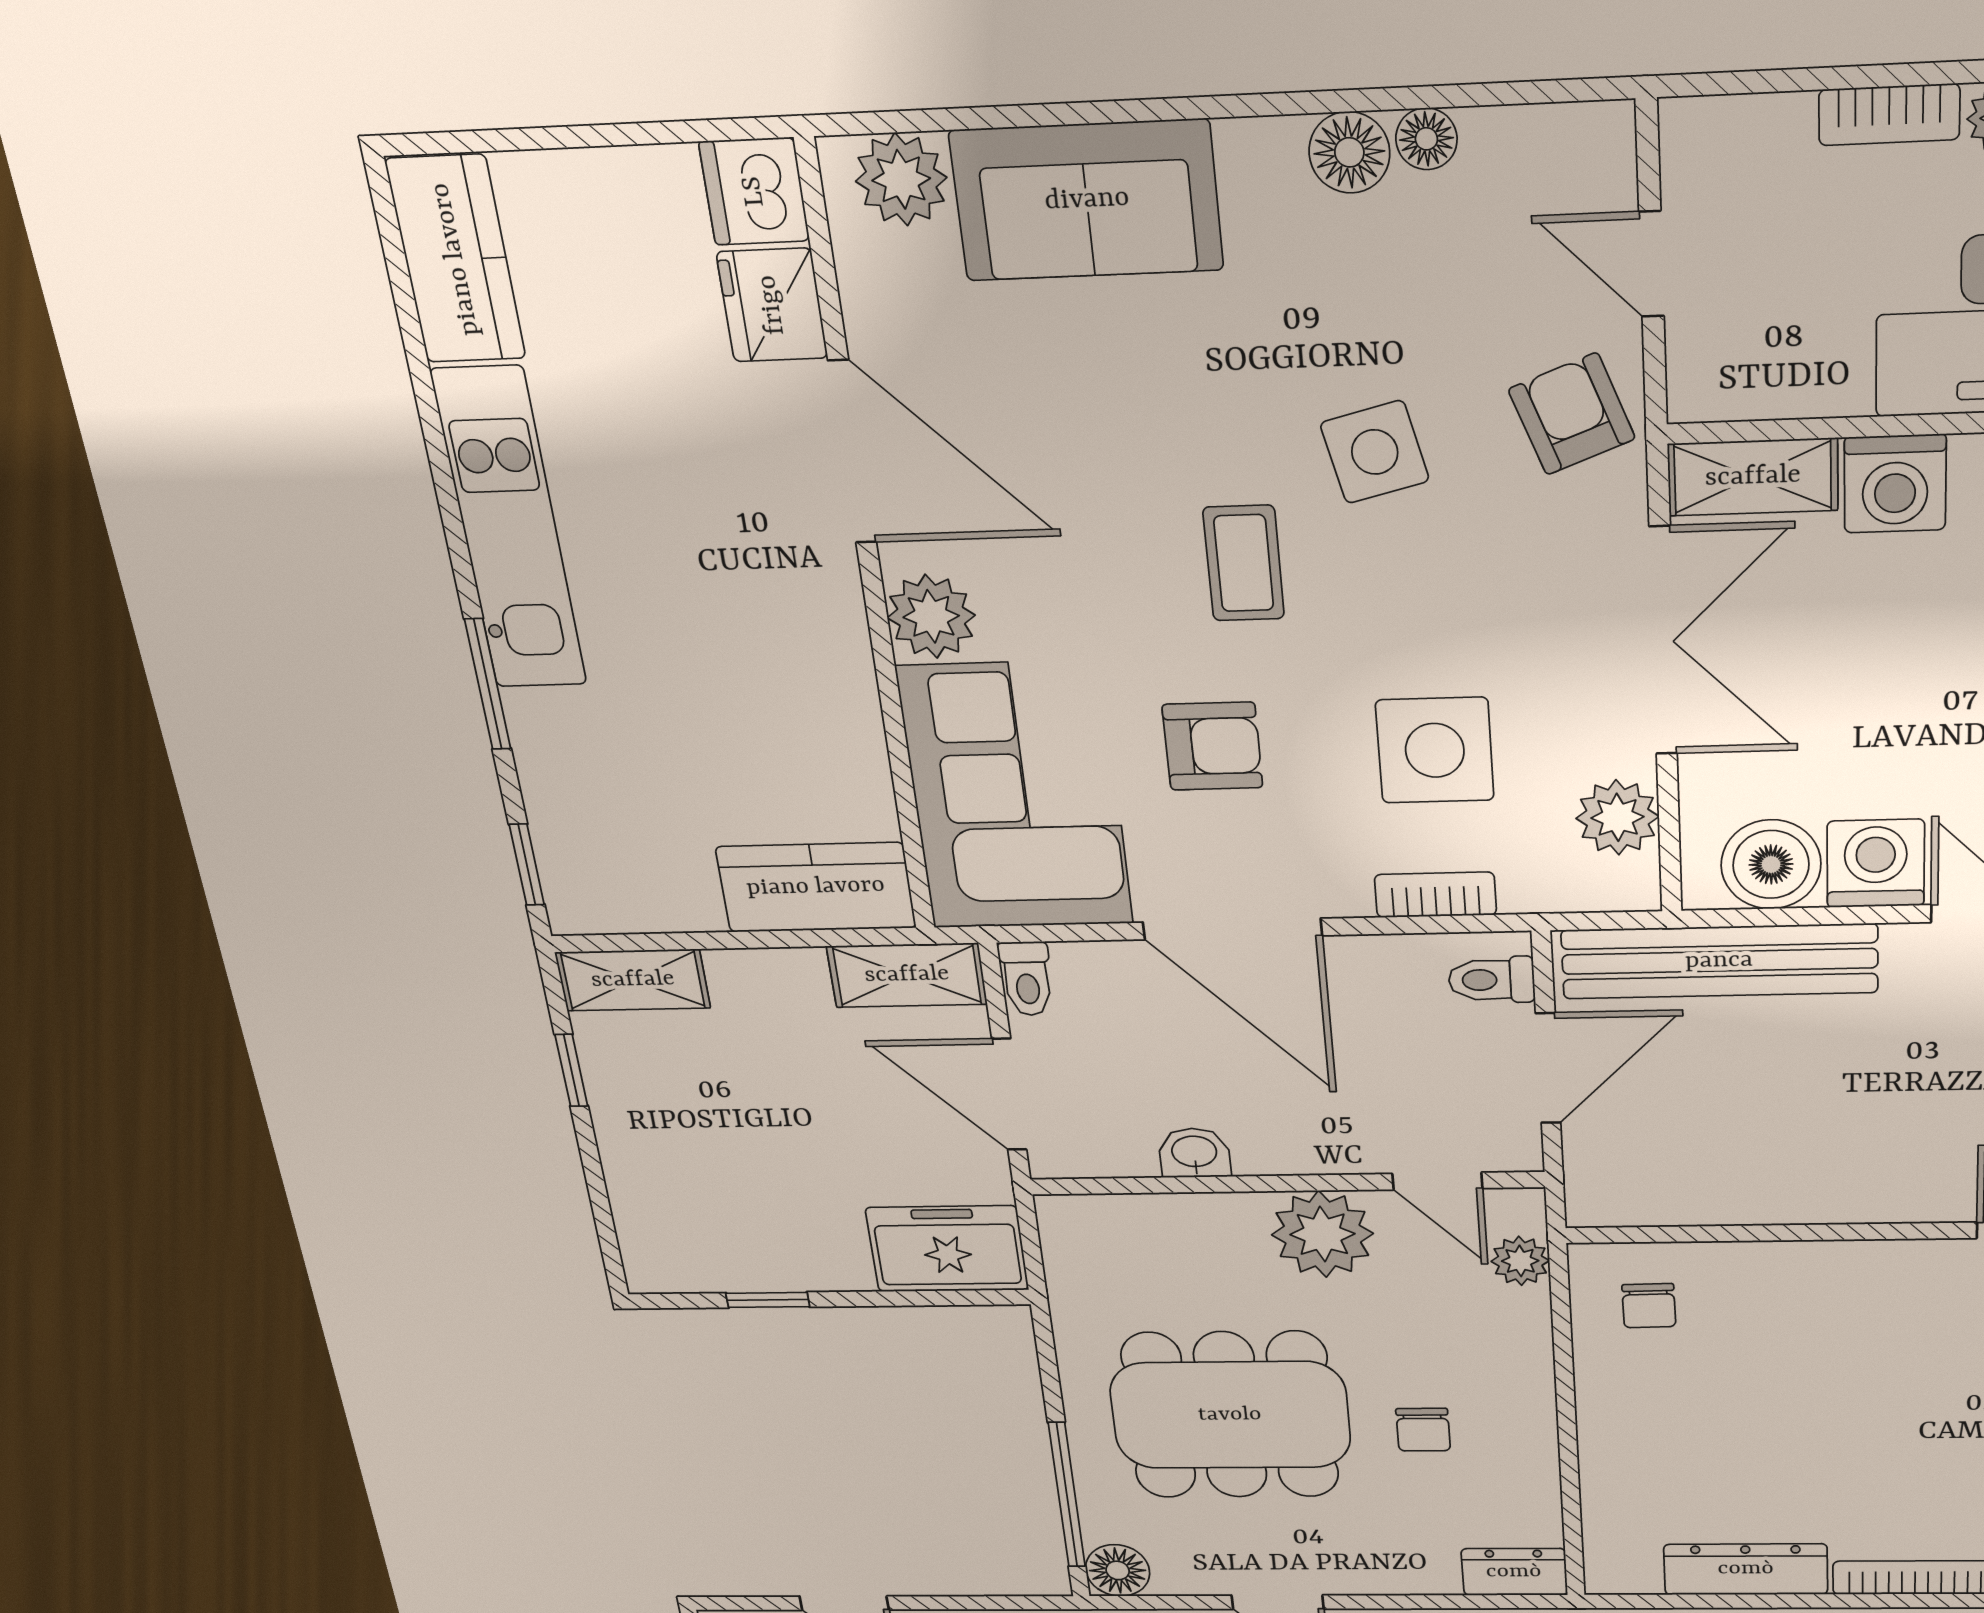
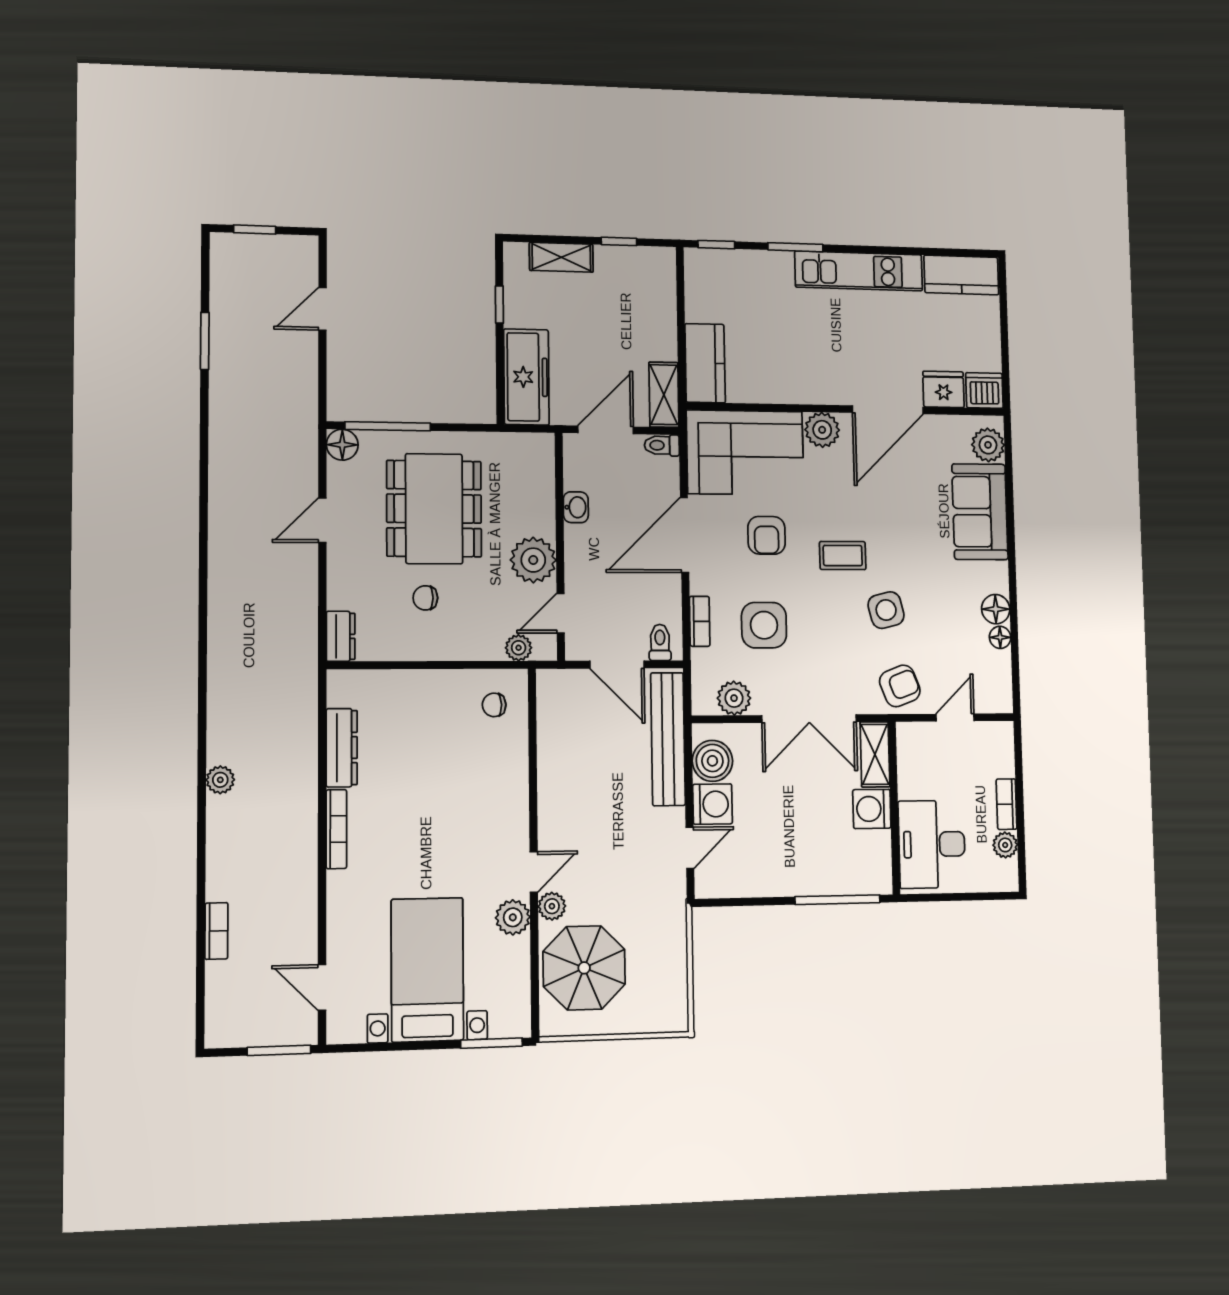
shelving: (633, 980) -> (561, 257), moved, turned 90
freezer: (947, 1249) -> (526, 377), width x1.40

